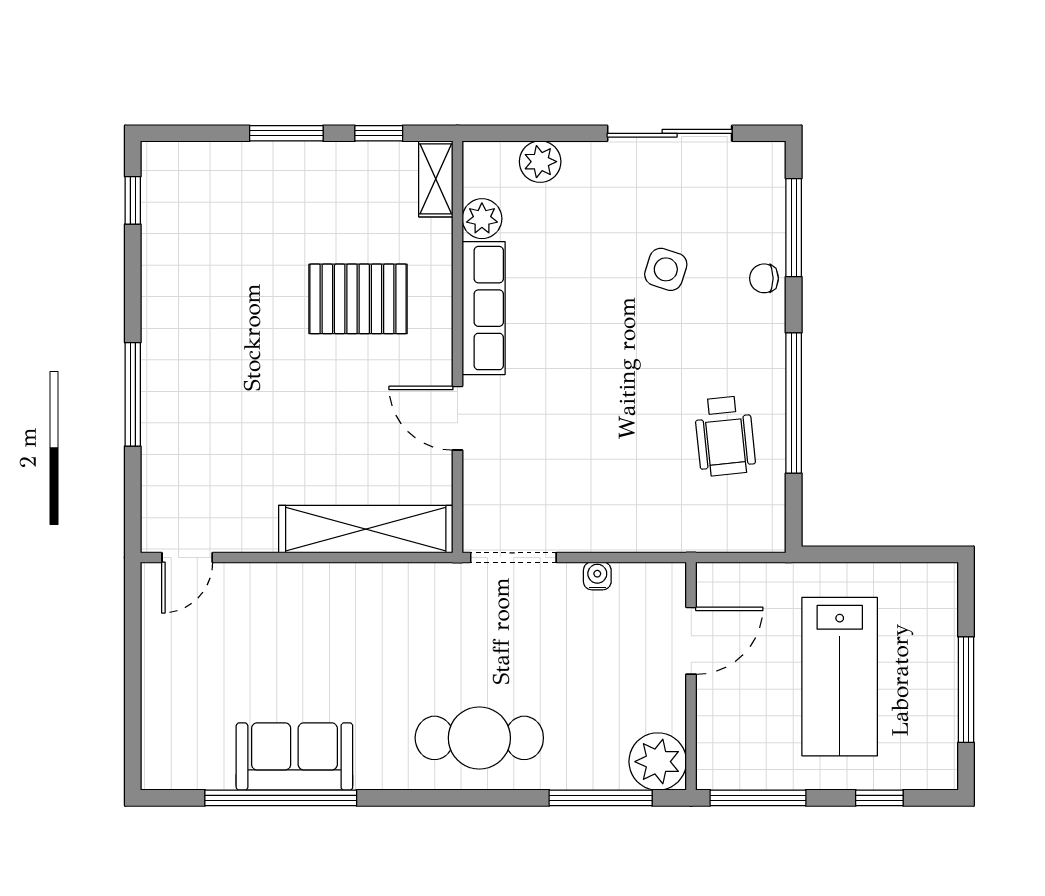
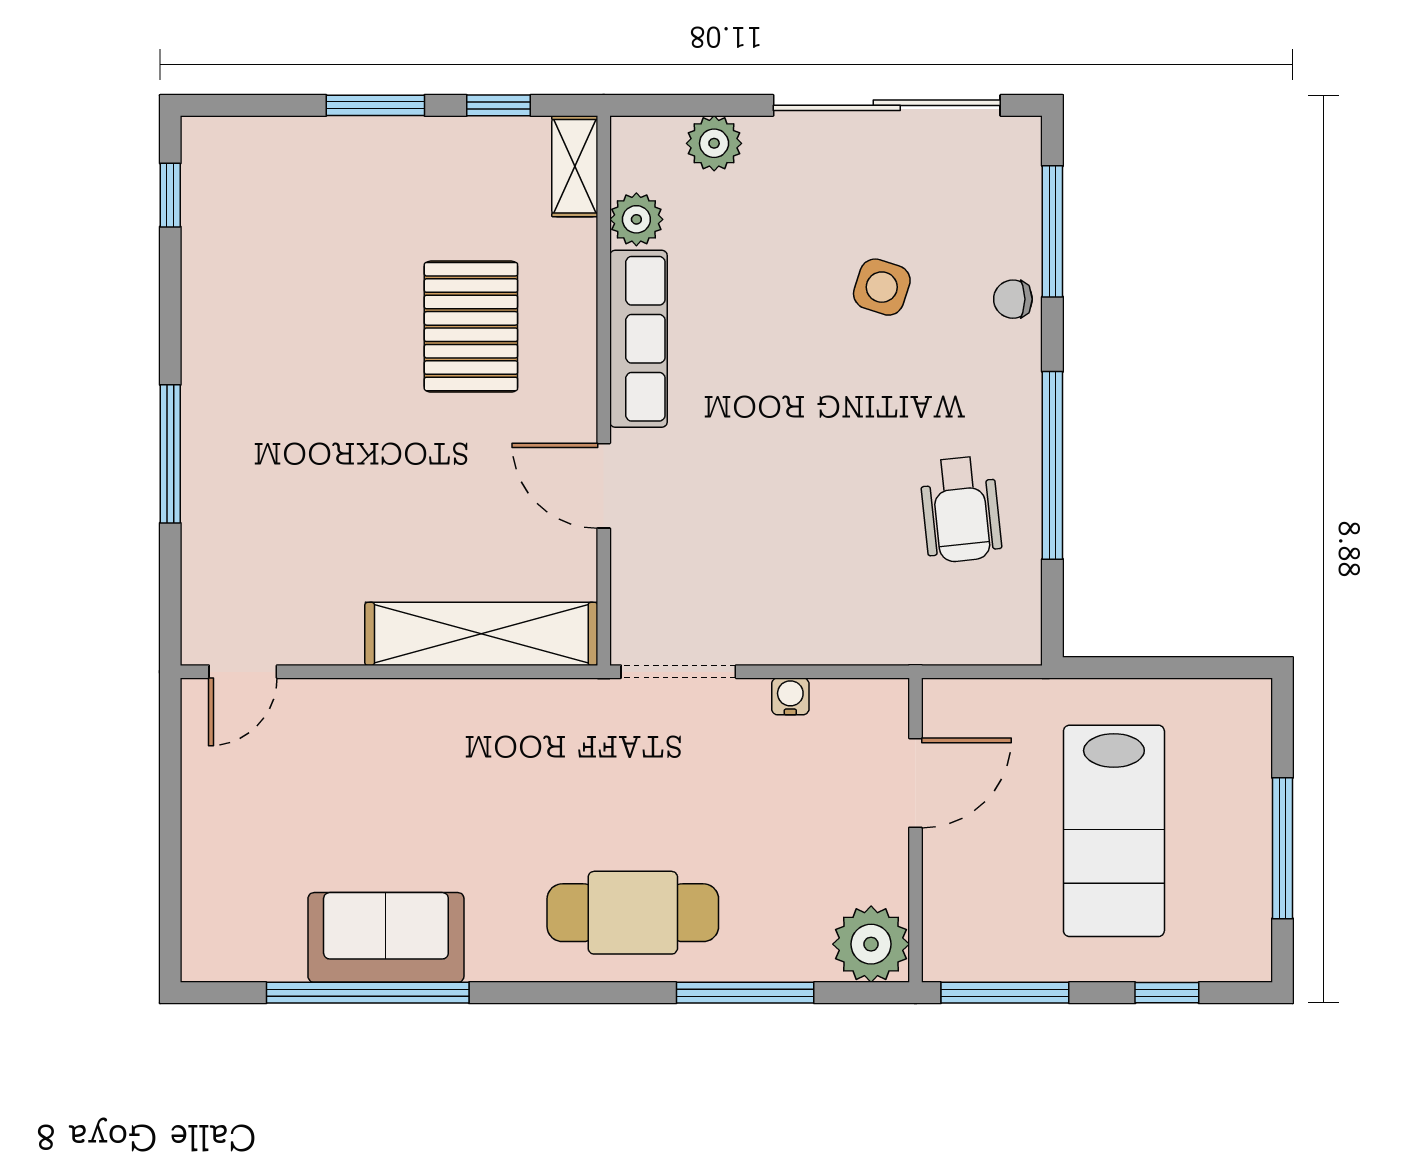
sliding door: (670, 133) -> (887, 105), width x1.36
pallet: (358, 299) -> (471, 327), turned 90
window: (601, 798) -> (745, 993), moved

